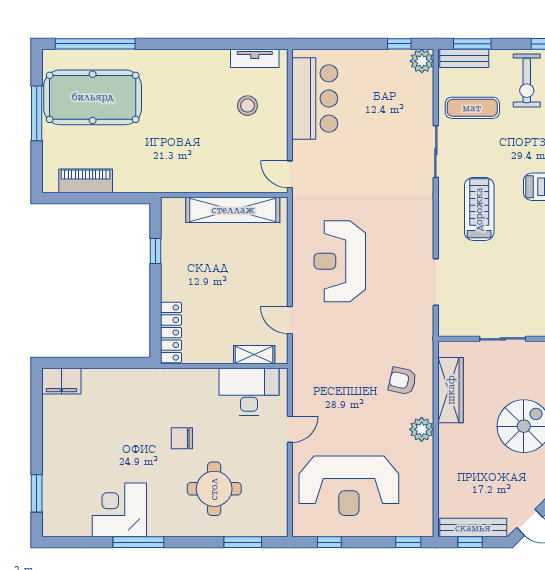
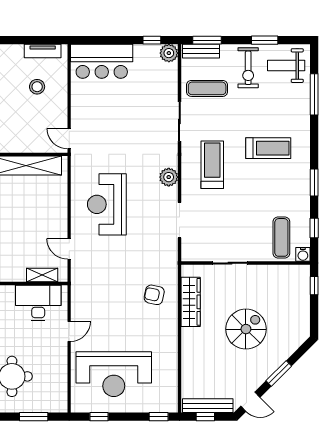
bar counter: (315, 99) -> (102, 61), moved, turned 90
plant: (422, 429) -> (169, 177), moved

